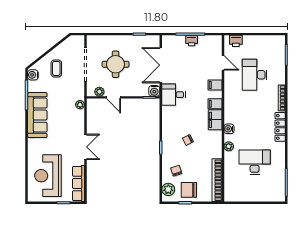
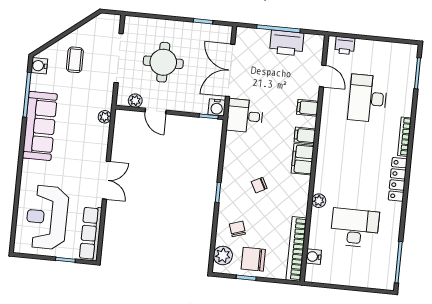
printer: (192, 41) -> (287, 43), width x1.87, depth x1.48
water cooler: (229, 129) -> (314, 257), moved

